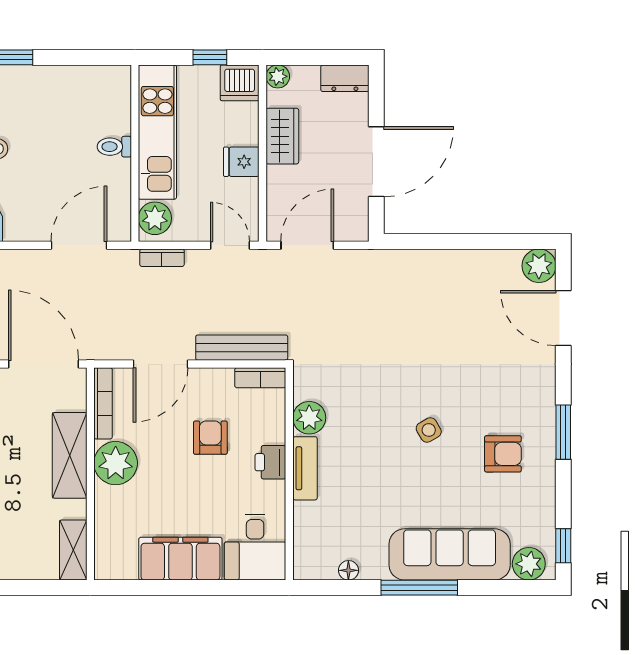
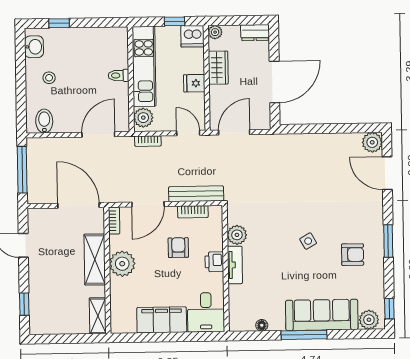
bookcase: (260, 378) -> (193, 212), moved
bookcase: (103, 403) -> (114, 221), width x0.64

